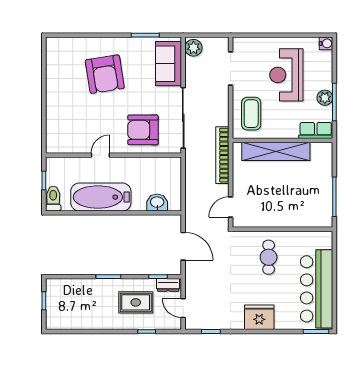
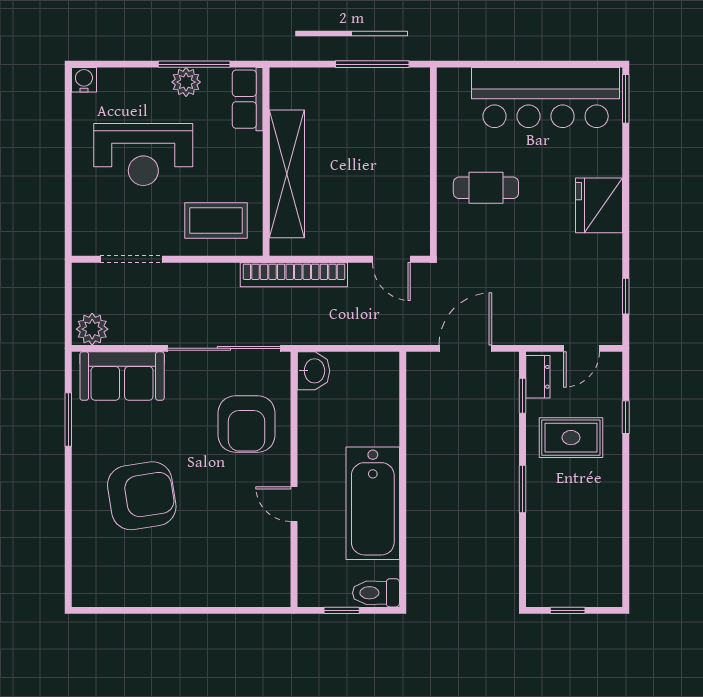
washbasin: (157, 203) -> (314, 371), moved, turned 180
rug: (136, 302) -> (571, 438), turned 90

